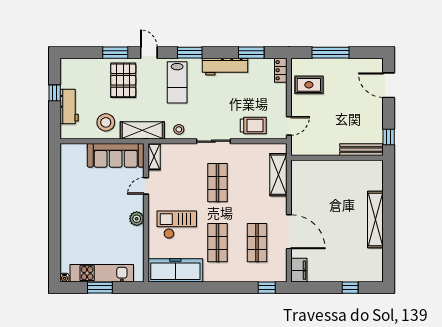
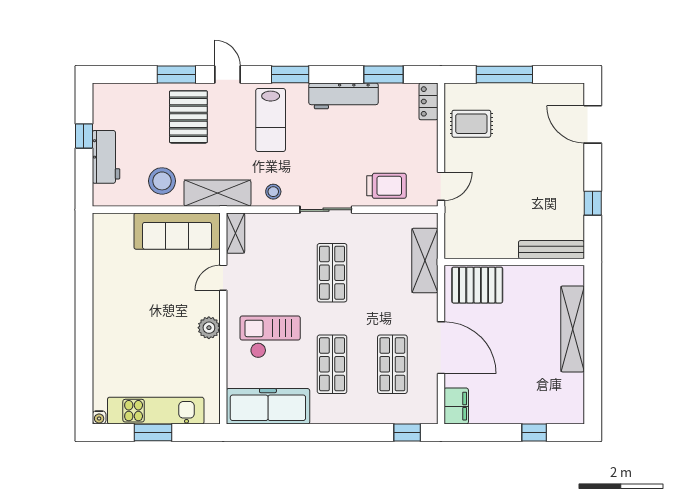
bench: (361, 150) -> (551, 250), moved
wall: (337, 158) -> (514, 262), moved
pallet: (313, 191) -> (477, 285), added

